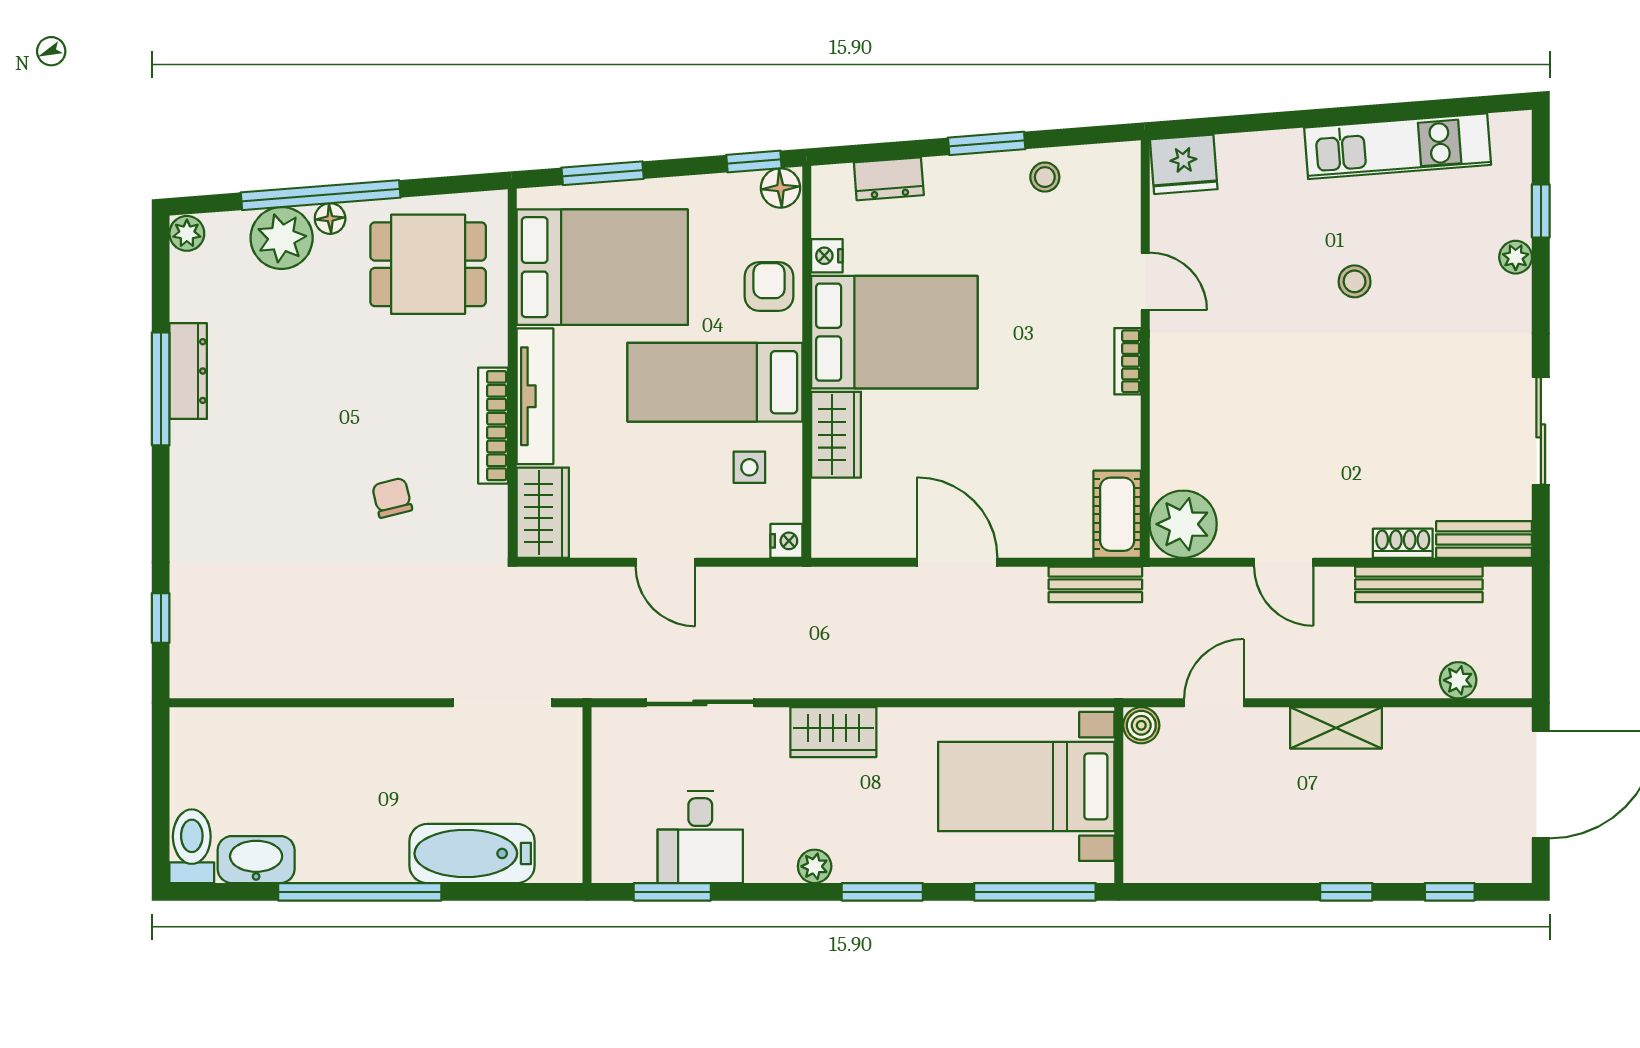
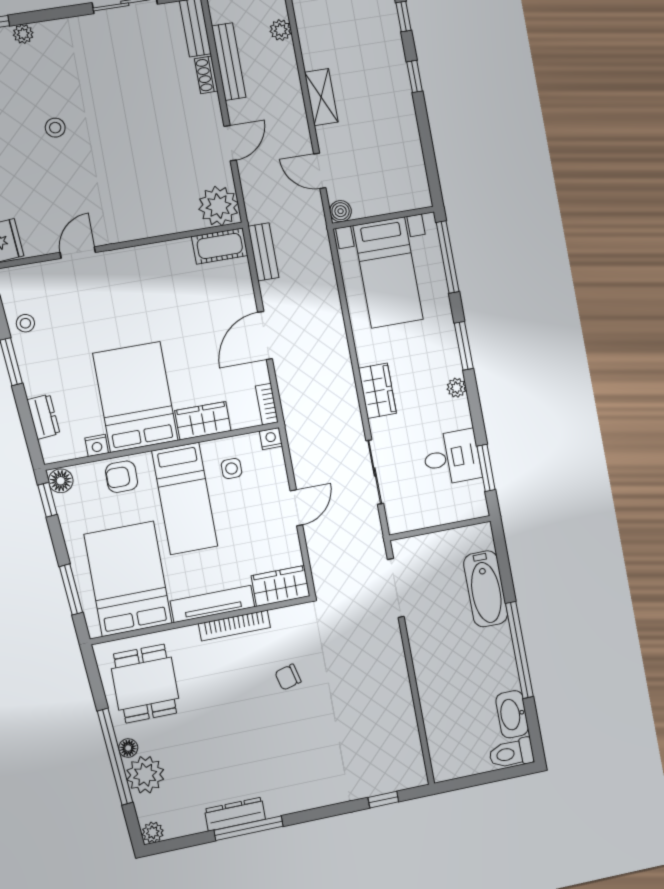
bookcase: (1128, 361) -> (267, 404), moved, turned 90

